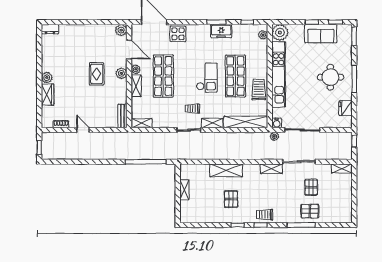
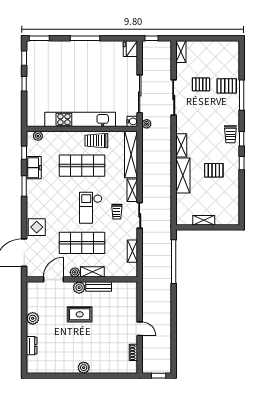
dresser: (50, 29) -> (32, 346), moved
plant: (121, 30) -> (33, 318), moved
freezer: (221, 31) -> (34, 168), moved
plant: (280, 32) -> (35, 118), removed
sofa: (321, 34) -> (36, 74), removed
round table: (330, 77) -> (83, 64), removed
checkout: (207, 78) -> (91, 208), moved, turned -90
wardrobe: (48, 95) -> (102, 367), removed
fridge: (346, 108) -> (130, 49), moved, turned 90
bench: (122, 116) -> (99, 287), moved
shelving: (142, 123) -> (132, 251), moved
door: (83, 130) -> (140, 329), swing flipped
shelving: (271, 169) -> (181, 145), moved
pallet: (310, 211) -> (227, 86), turned 90

